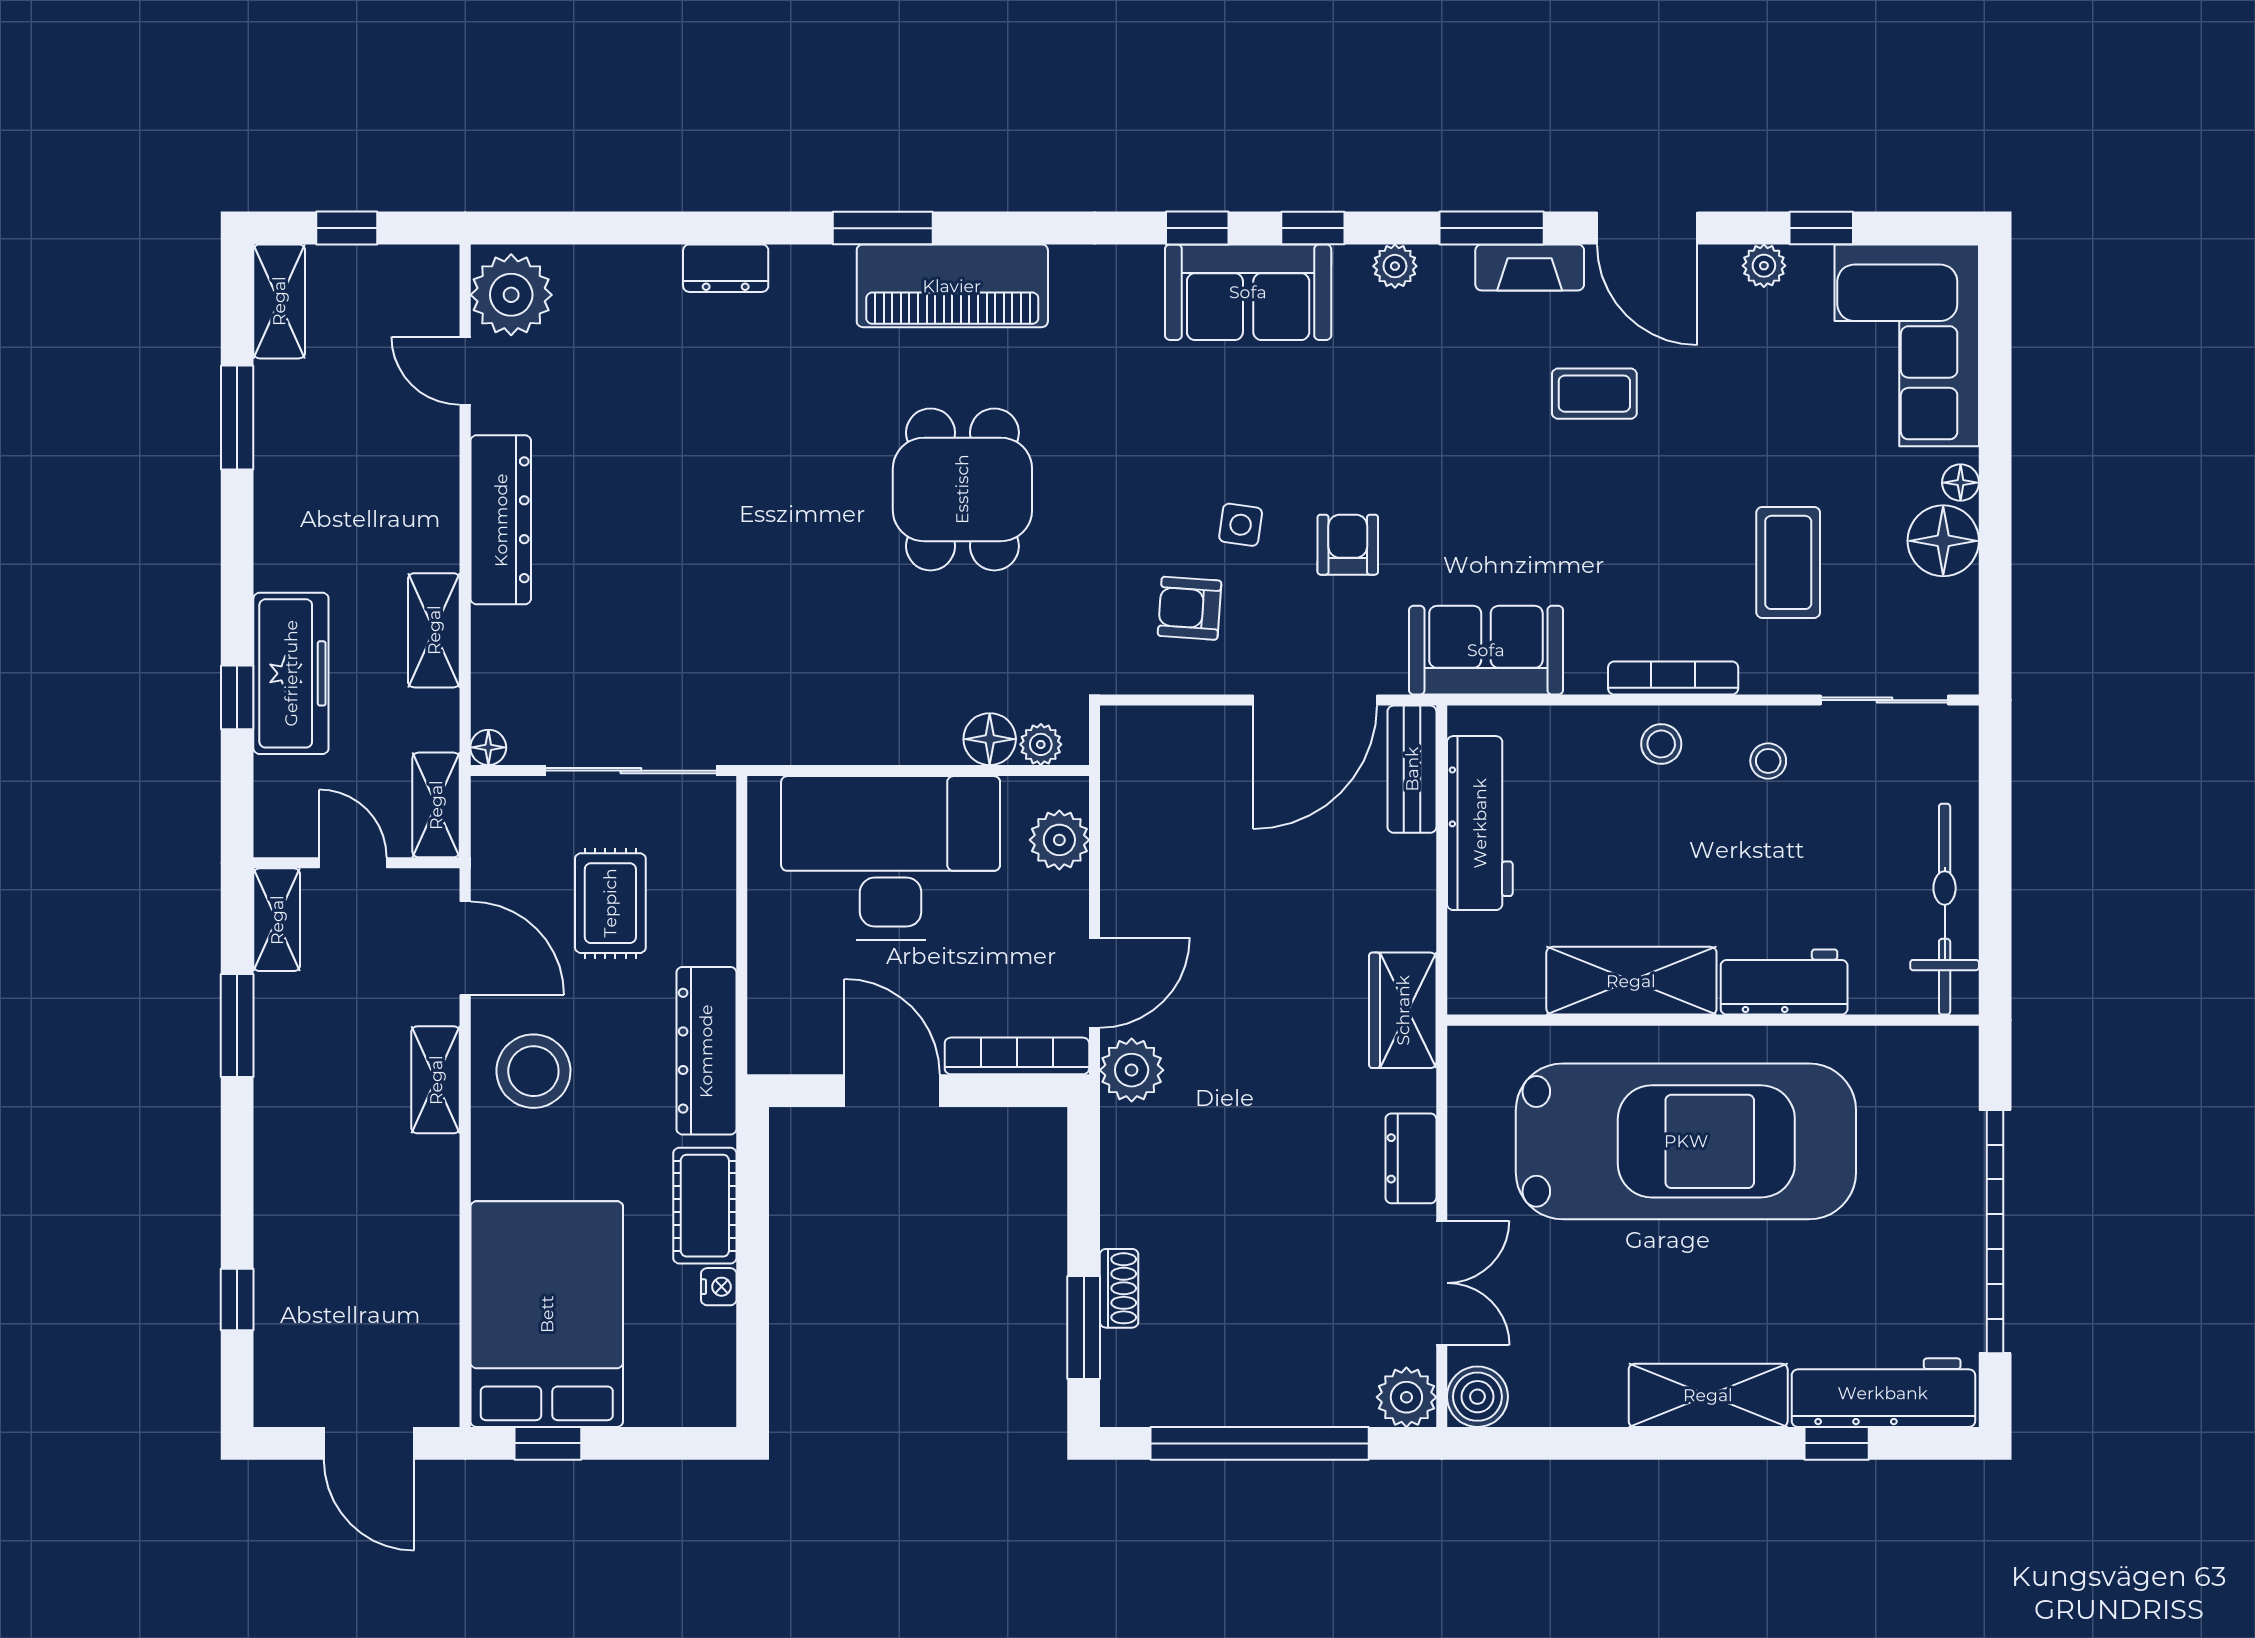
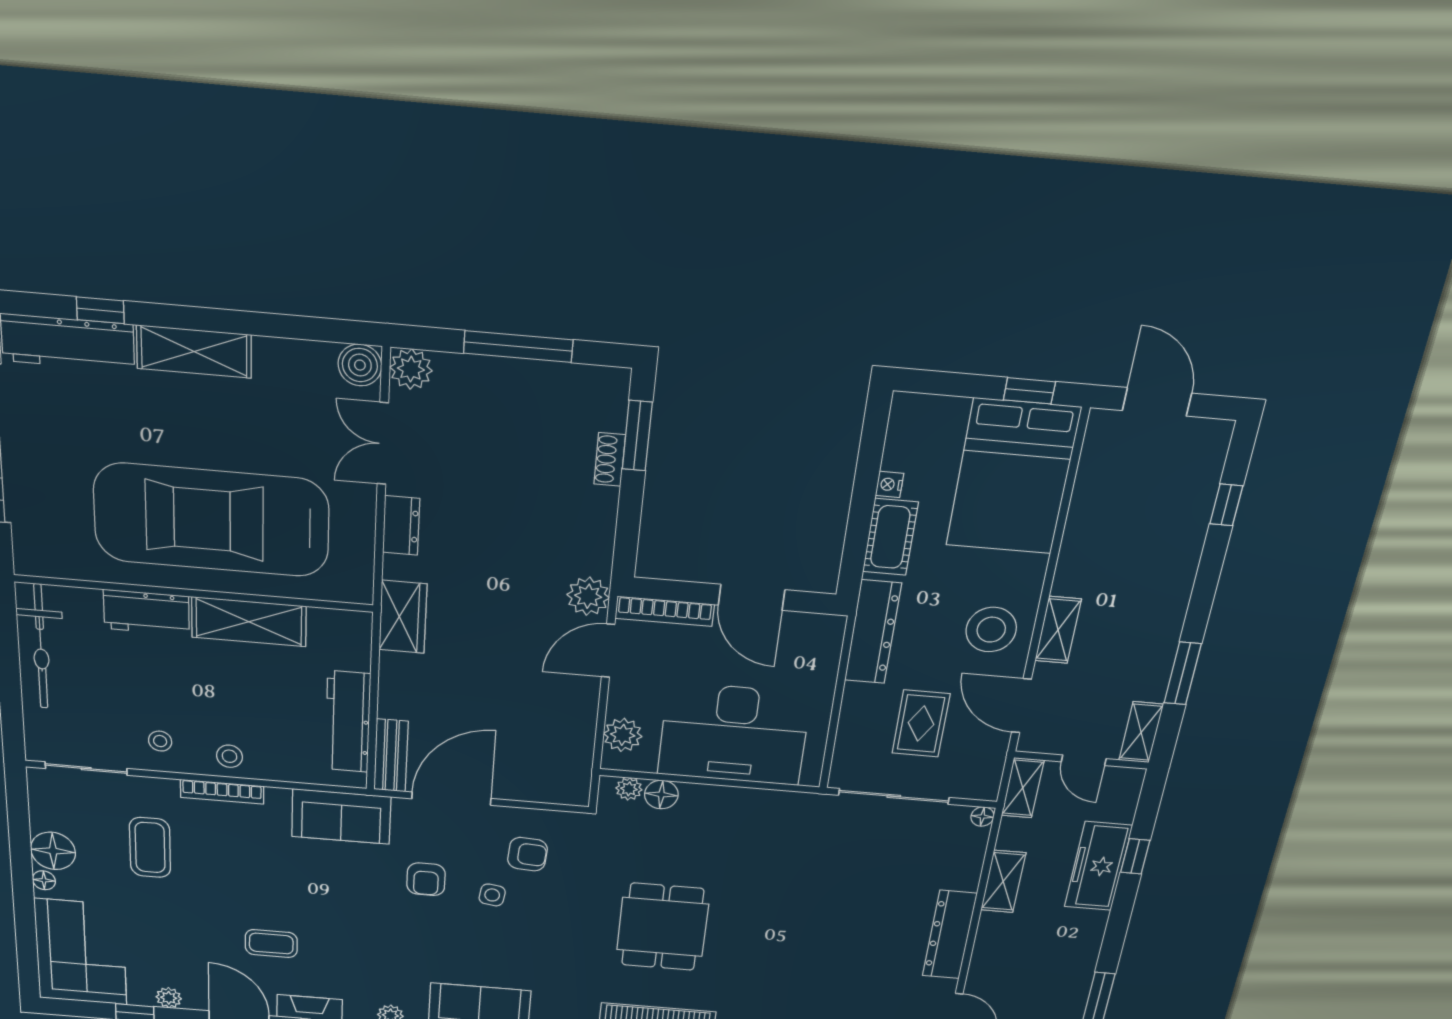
window: (1260, 1443) -> (518, 347), width x0.68

